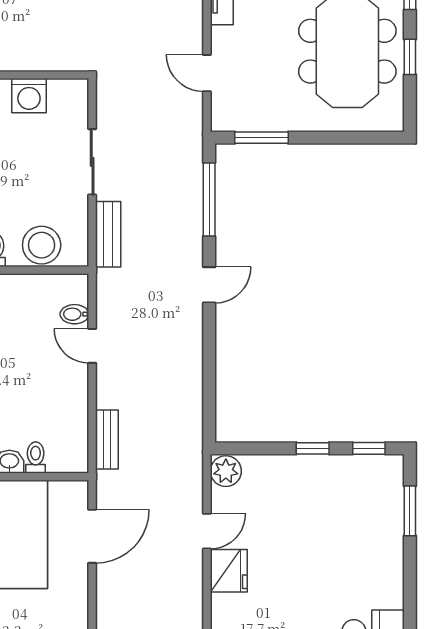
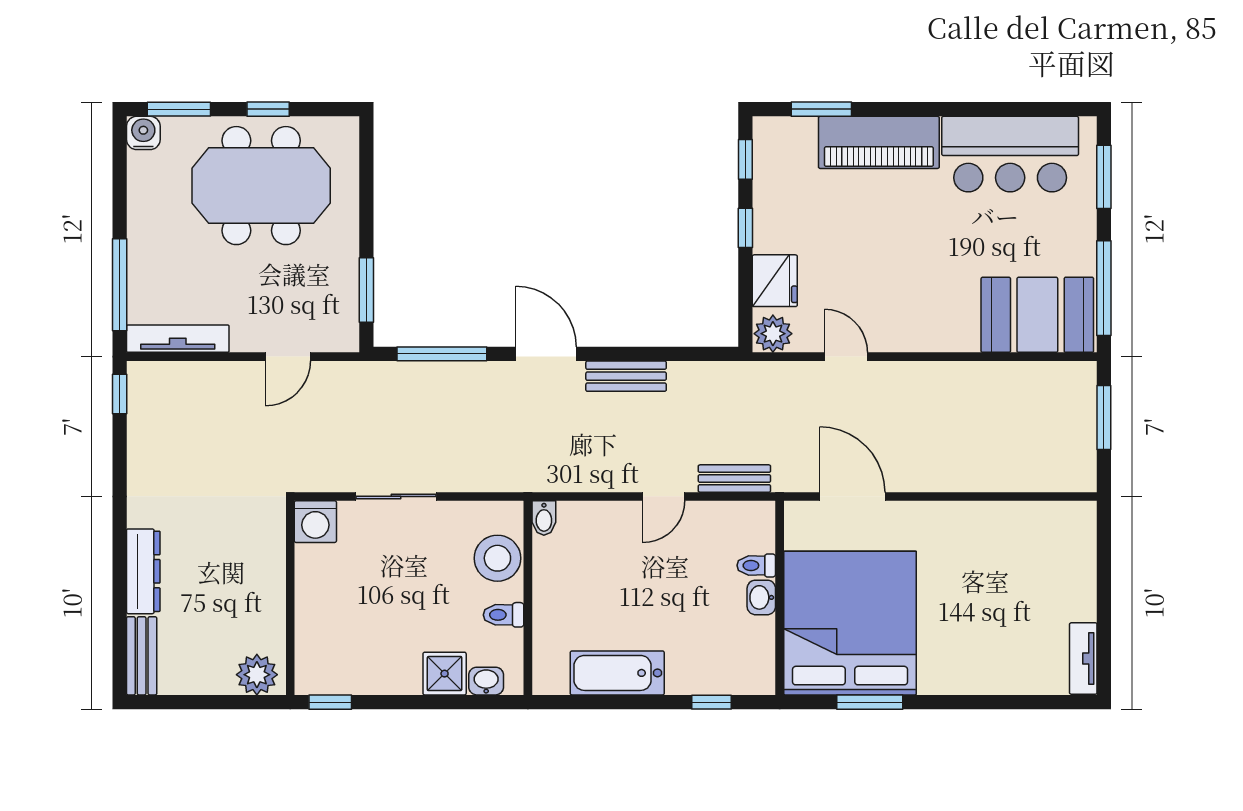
washing machine: (29, 96) -> (315, 522), moved, turned 90
bench: (108, 234) -> (626, 376), moved
door: (209, 285) -> (546, 354), width x1.38
bidet: (74, 314) -> (544, 518), moved
door: (92, 346) -> (664, 496), moved
piano: (383, 558) -> (879, 142), added
fridge: (229, 571) -> (775, 281), moved, turned 90

